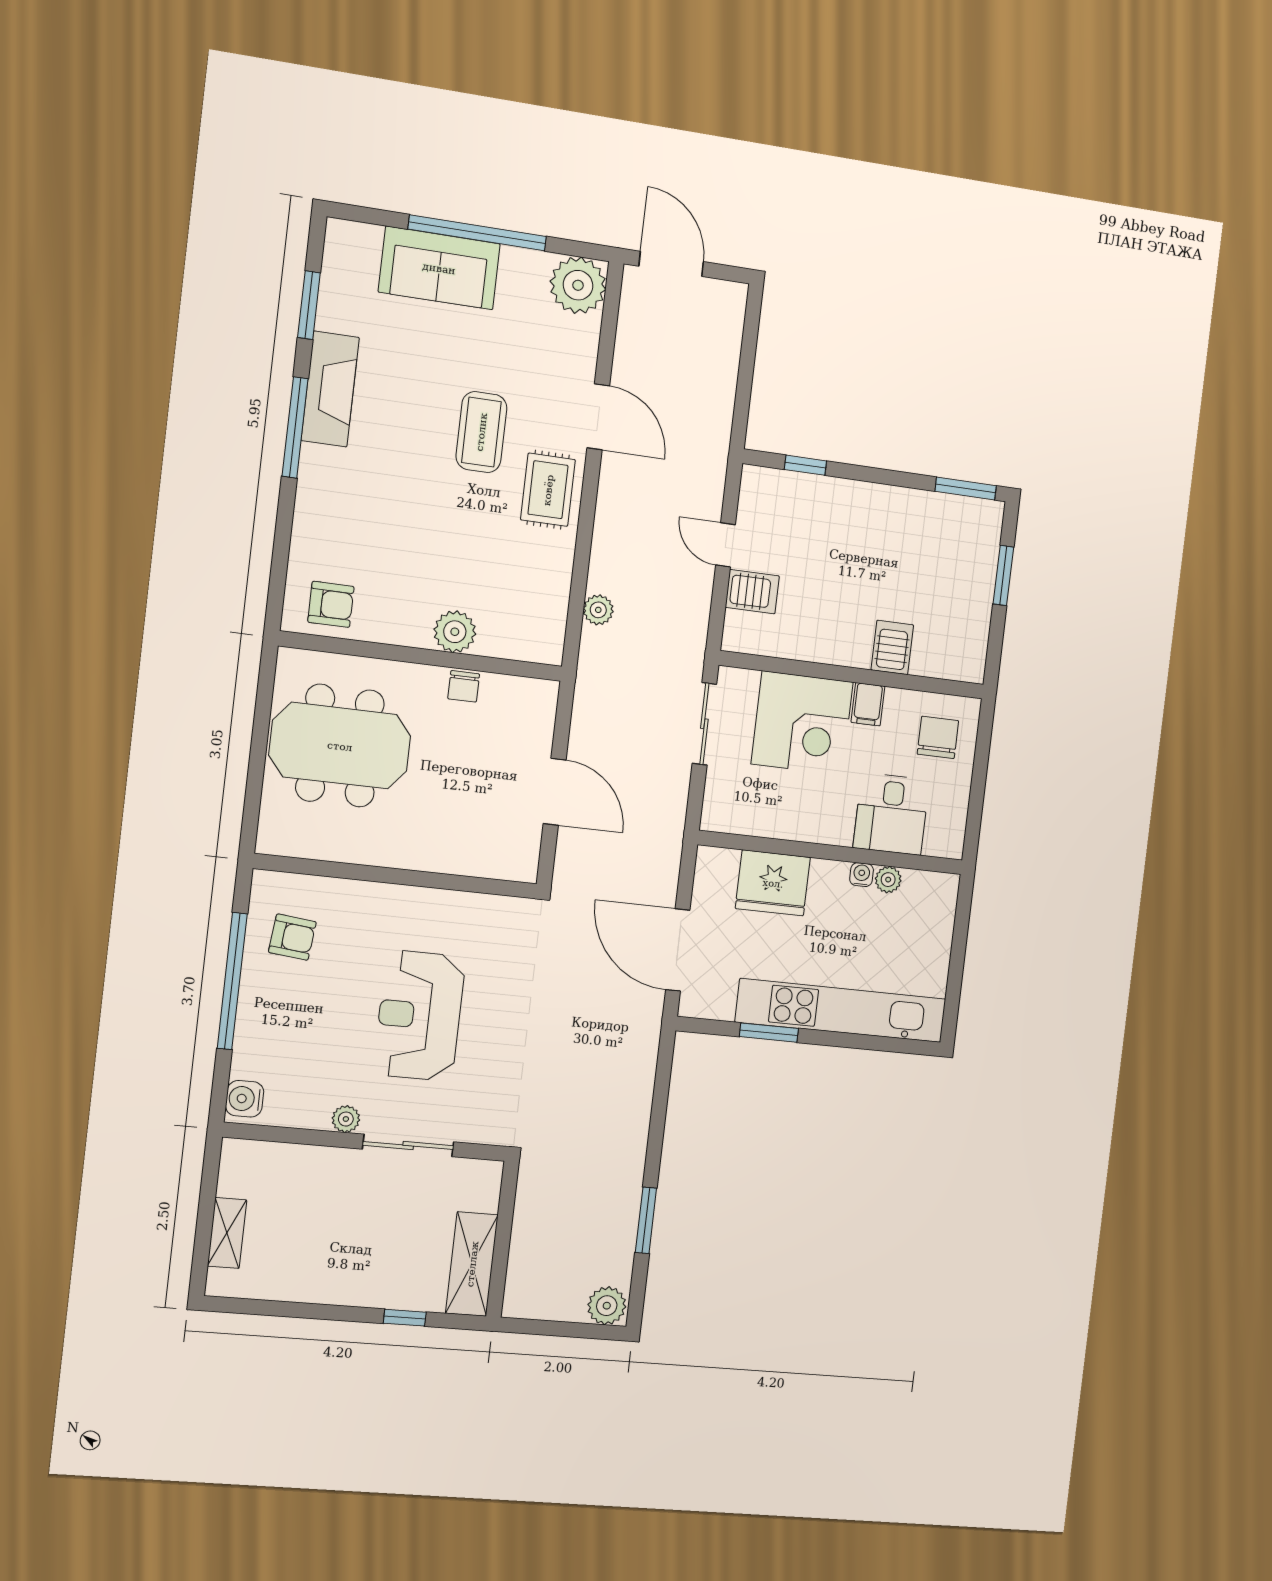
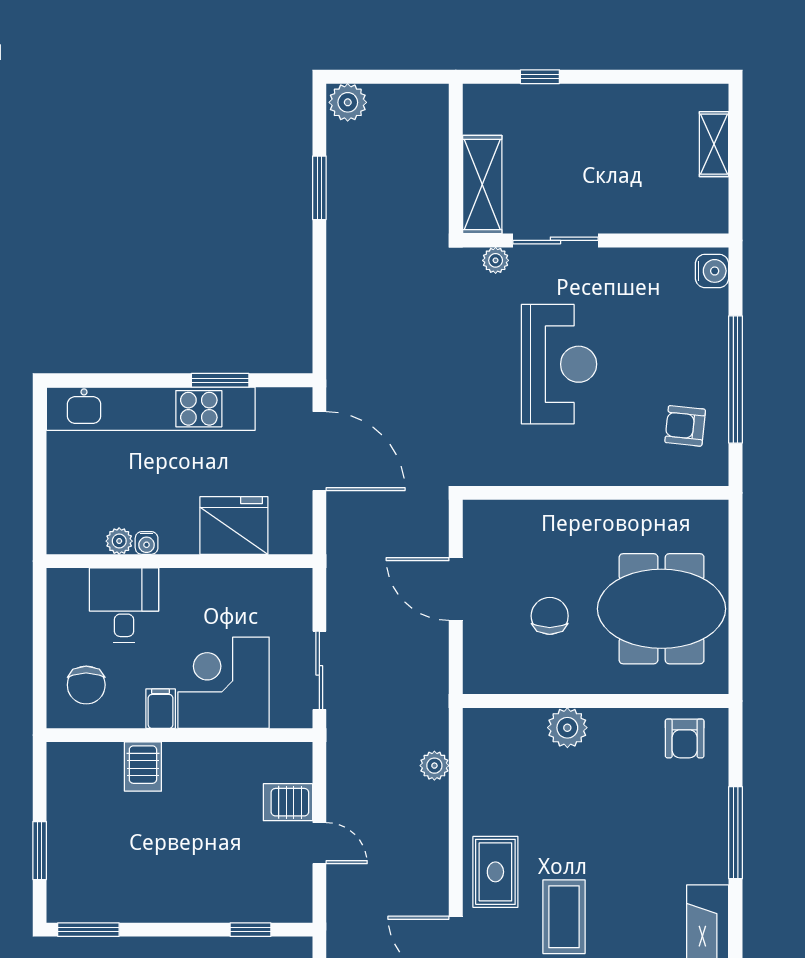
window: (295, 427) -> (736, 833), moved
armchair: (331, 604) -> (685, 738), turned -90
chair: (464, 686) -> (550, 616), moved, width x1.37, depth x1.37
plant: (346, 1119) -> (496, 260), moved
shelving: (472, 1264) -> (482, 185), moved

